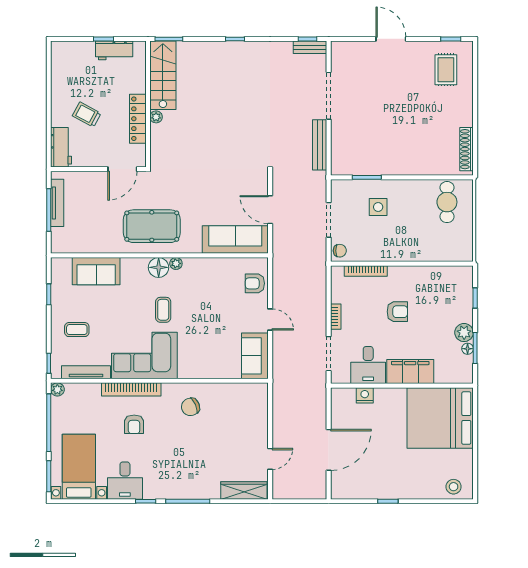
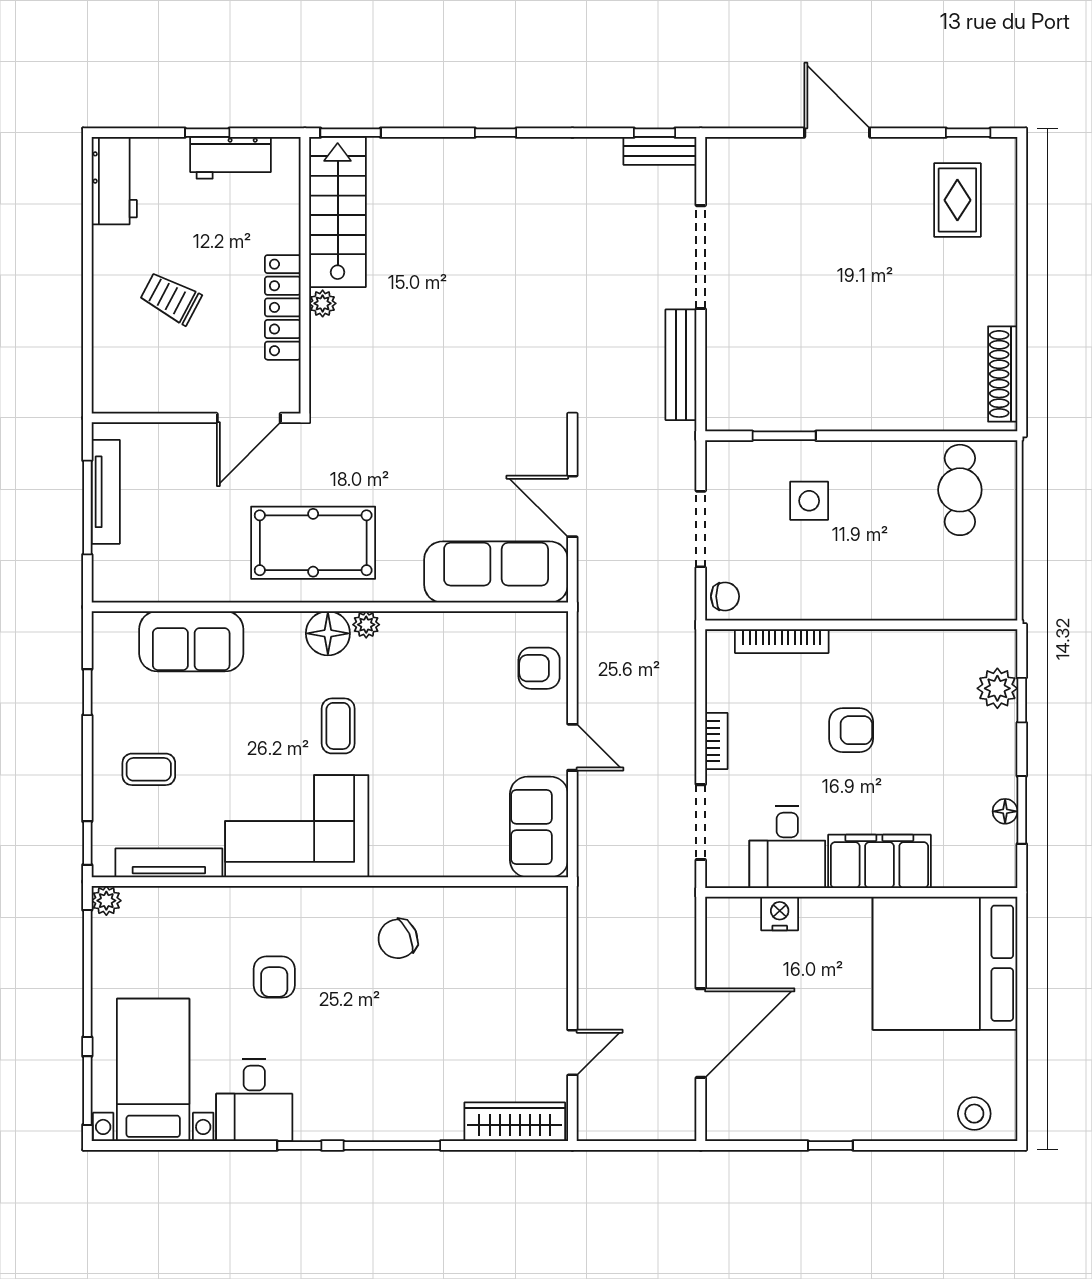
workbench: (61, 147) -> (114, 181), moved
plant: (464, 333) -> (997, 688), moved
bookcase: (131, 389) -> (268, 901), removed

